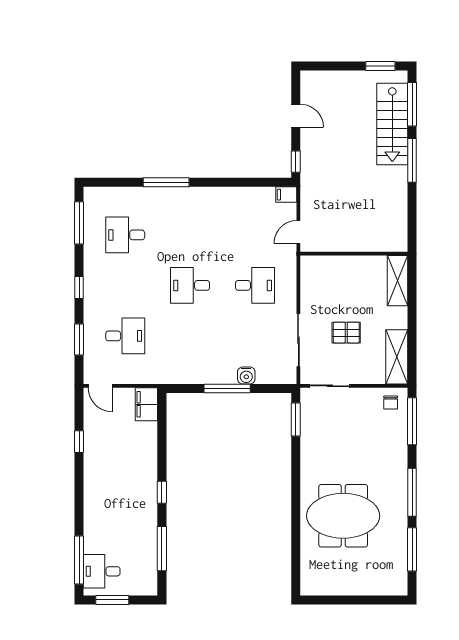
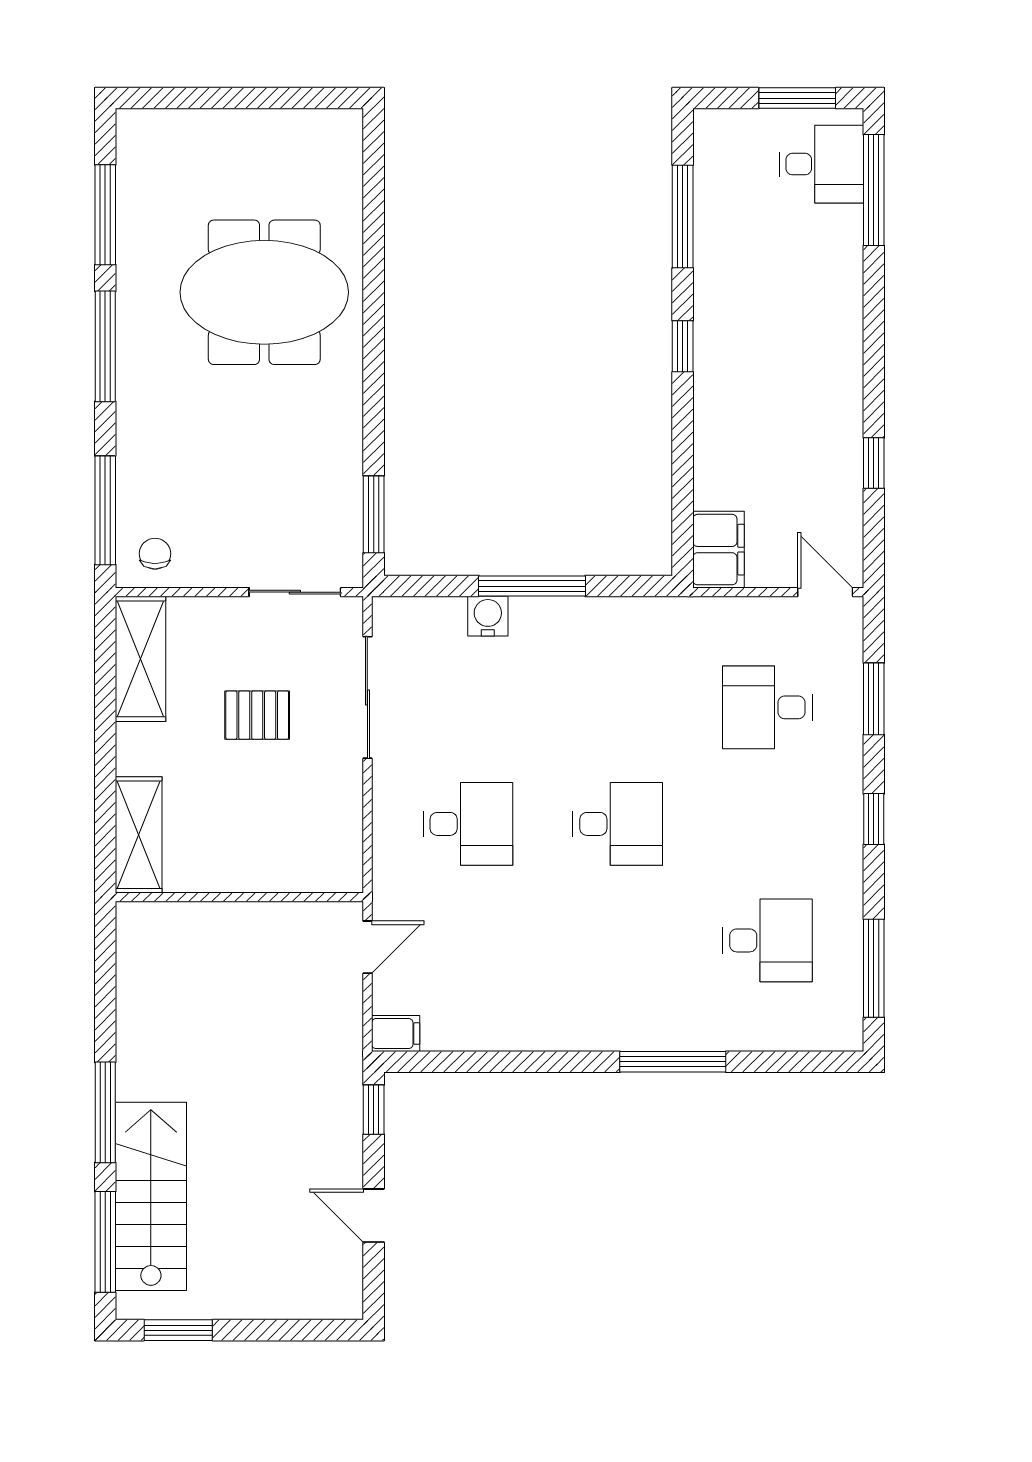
desk: (255, 285) -> (468, 824), turned 180

